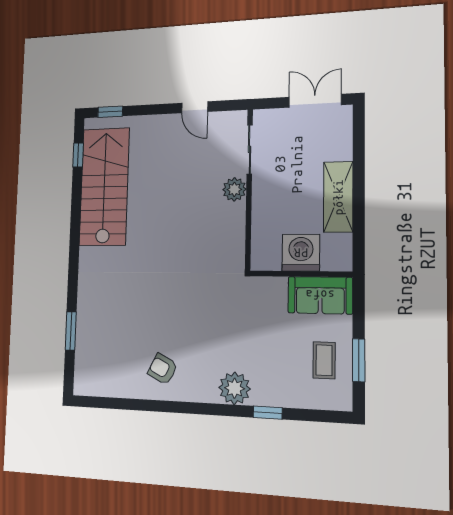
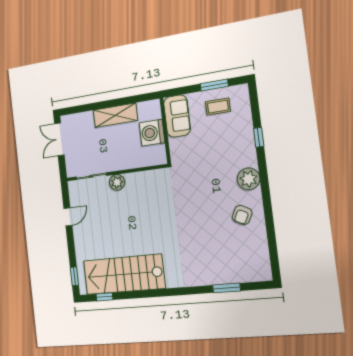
plant: (235, 388) -> (249, 179), moved

